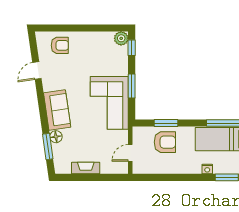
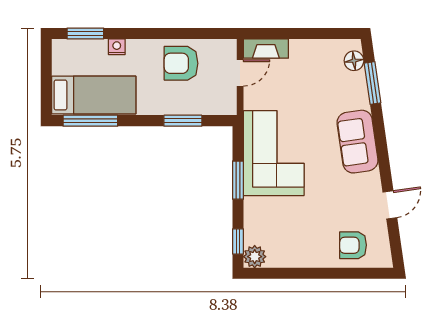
floor lamp: (56, 137) -> (354, 61), moved
armchair: (165, 142) -> (181, 63), moved
fireplace: (86, 168) -> (266, 49), moved

